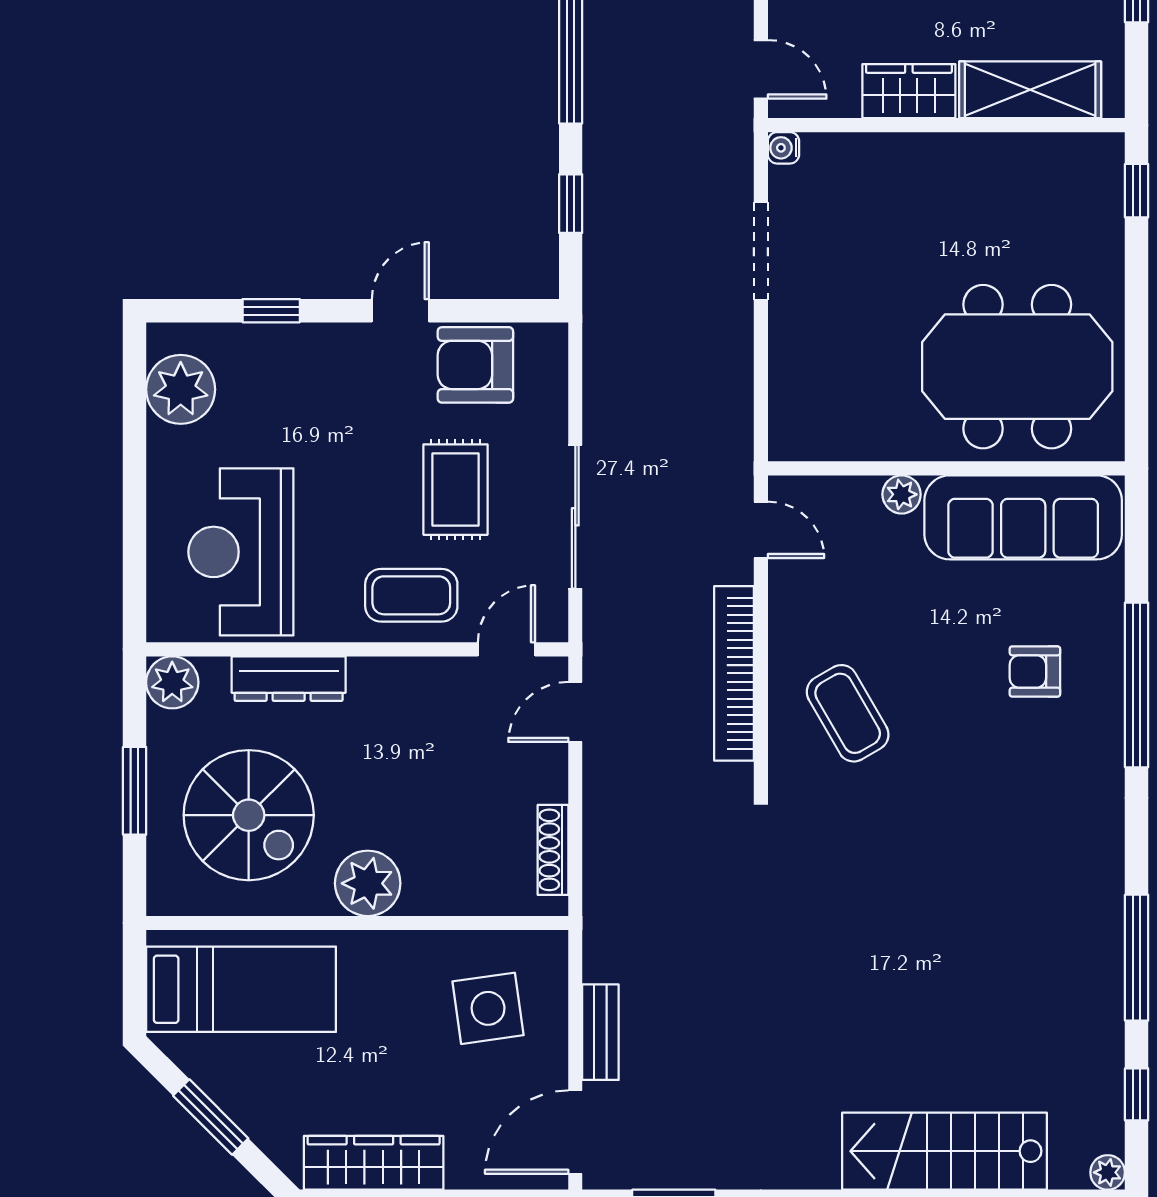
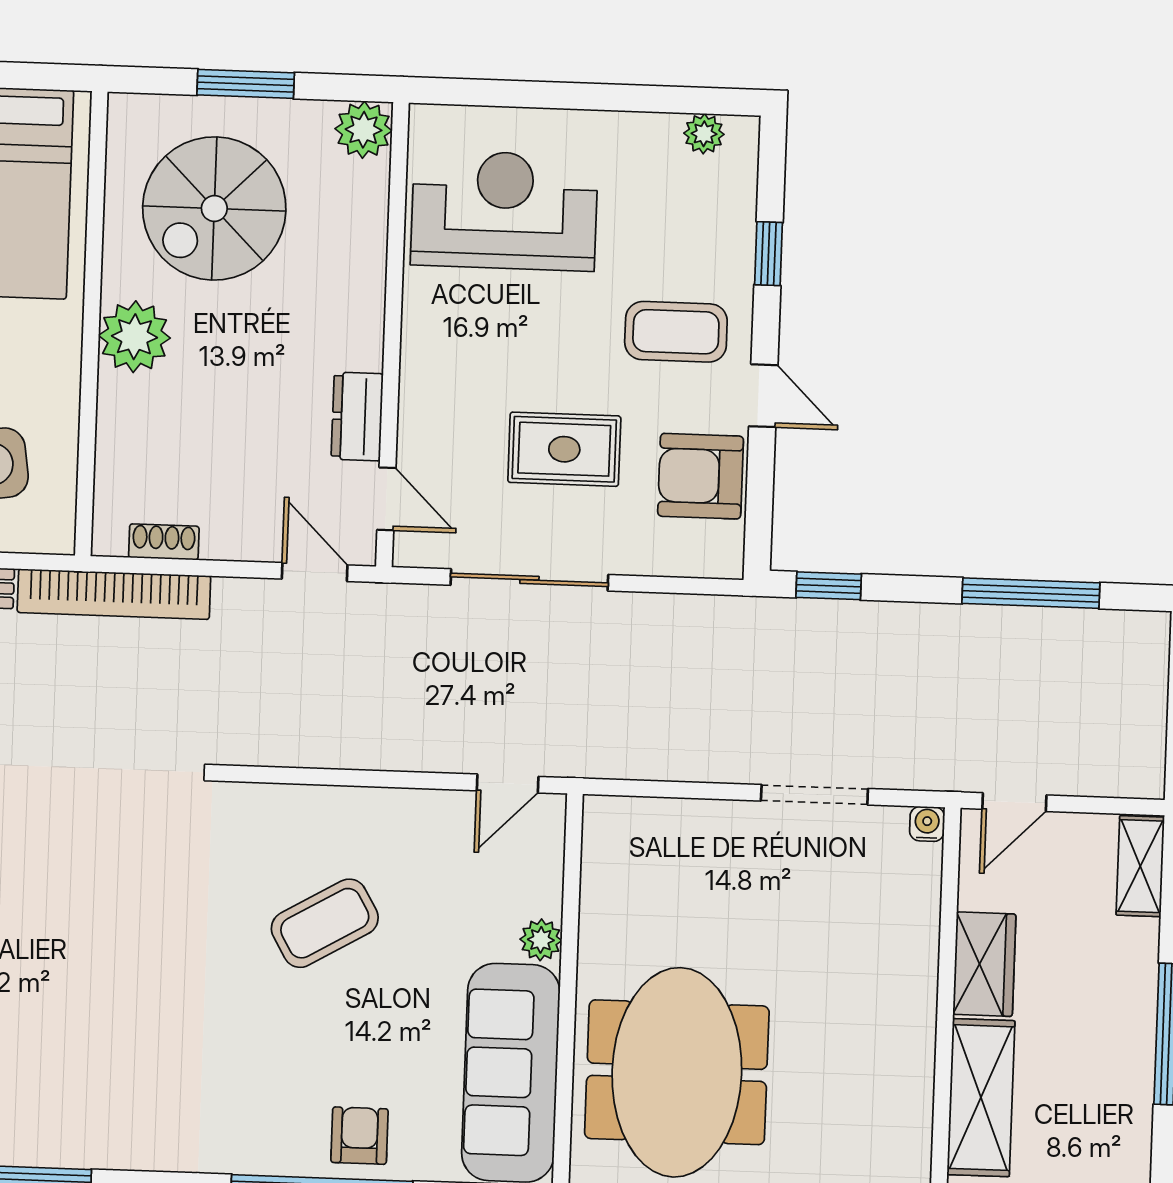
window: (571, 204) -> (829, 586), moved
armchair: (475, 365) -> (701, 476), turned -90
plant: (181, 389) -> (704, 134), width x0.53, depth x0.53
coffee table: (411, 595) -> (676, 332), moved, turned 90
armchair: (1035, 671) -> (359, 1136), moved
bookcase: (734, 673) -> (114, 594), moved, turned 180
dresser: (289, 679) -> (357, 417), moved, width x0.70
coffee table: (848, 713) -> (325, 923), moved
shoe rack: (553, 850) -> (164, 542), width x0.70

